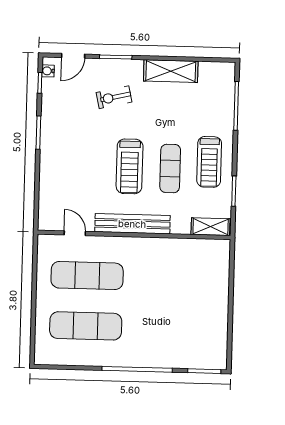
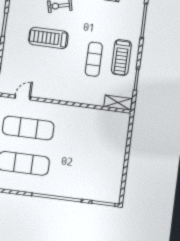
treadmill: (130, 166) -> (48, 38), moved, turned 90
bench: (132, 224) -> (64, 95), removed
door: (75, 233) -> (23, 98), hinge flipped

